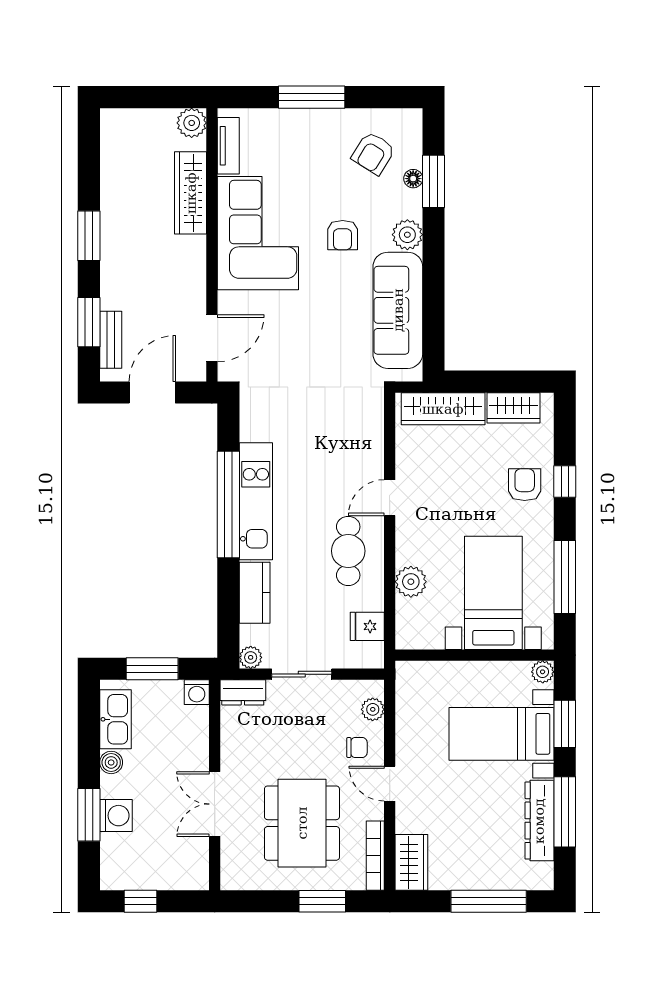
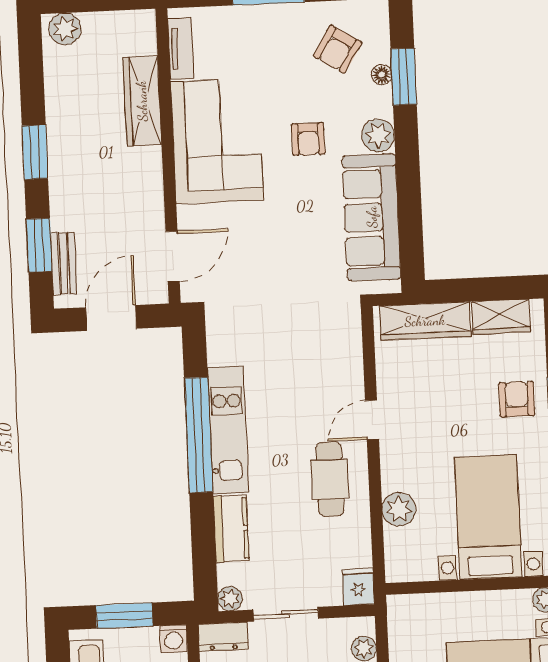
plant: (192, 123) -> (65, 29), moved
fridge: (367, 626) -> (358, 587), moved, turned 90

